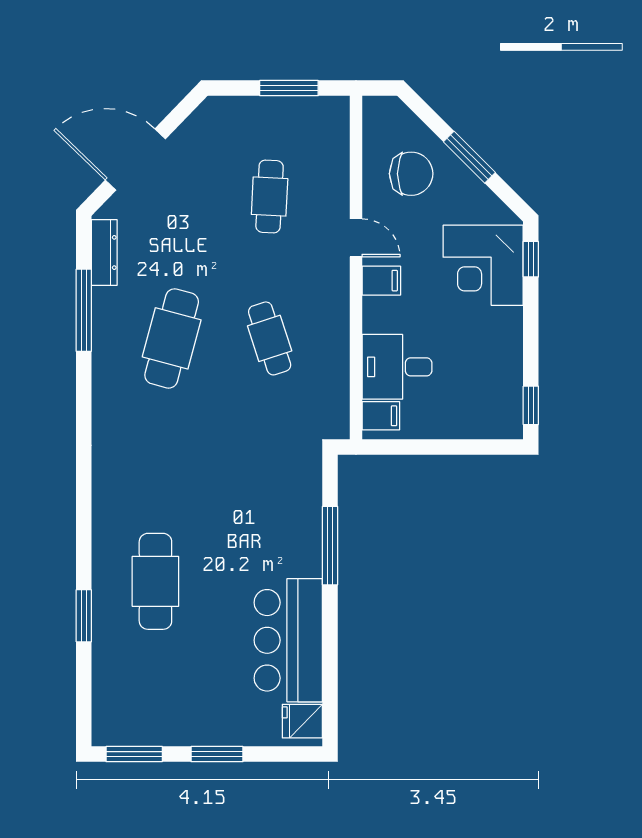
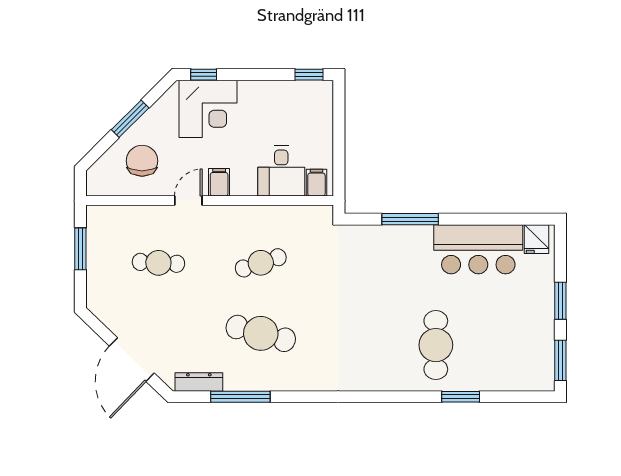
cafe table: (155, 581) -> (436, 345), turned 90

